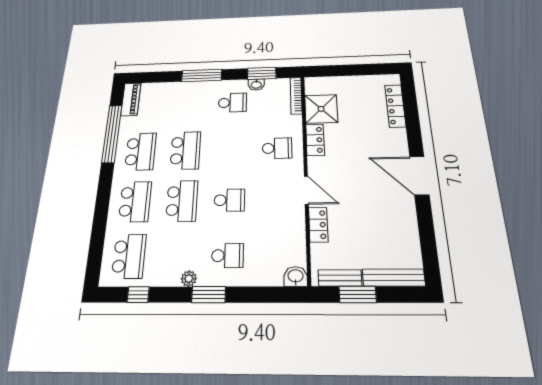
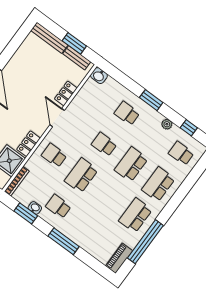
school desk: (185, 150) -> (81, 175), moved
school desk: (129, 256) -> (181, 153), width x0.54
plant: (189, 279) -> (167, 124), moved

